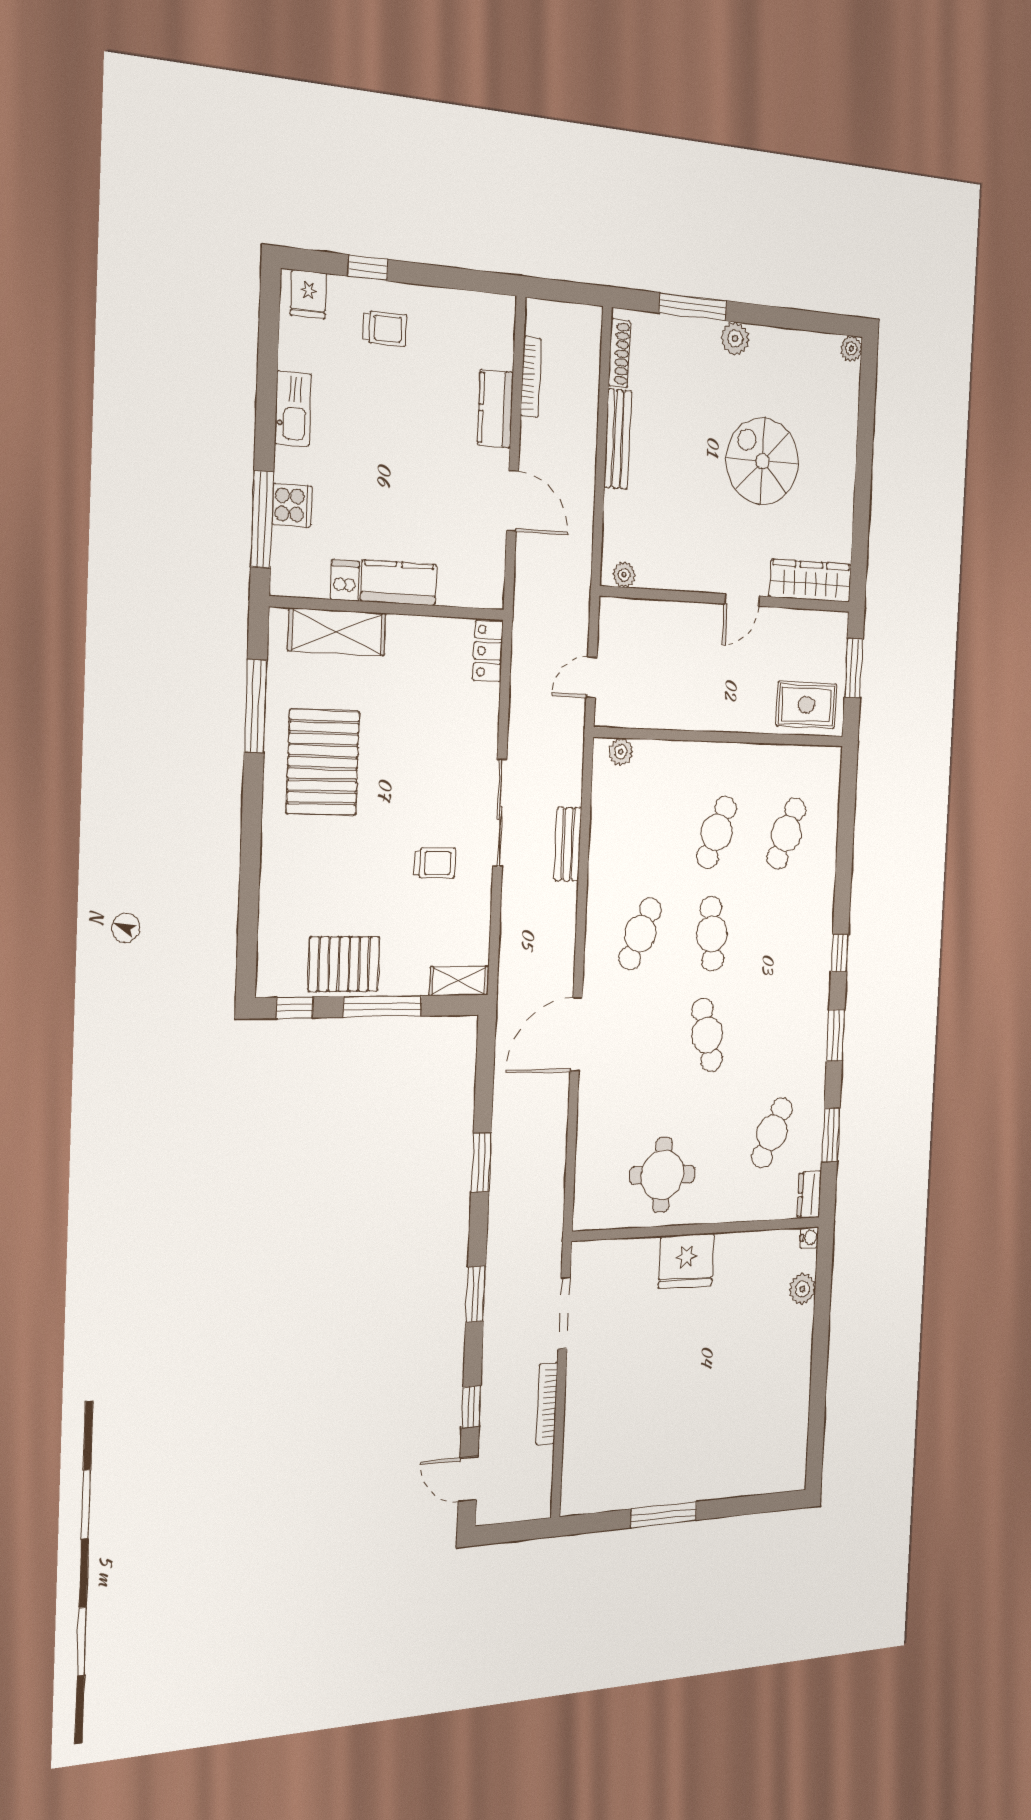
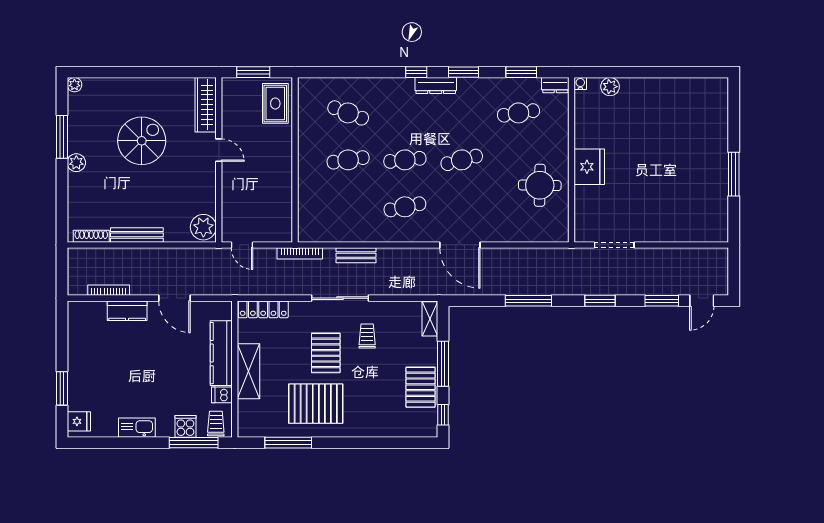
window: (368, 268) -> (62, 388), width x1.50
window: (693, 307) -> (62, 137), moved
trolley: (385, 328) -> (216, 423), moved
spiral stairs: (763, 461) -> (142, 141), turned 180
door: (513, 501) -> (174, 298), swing flipped
plant: (624, 575) -> (203, 227), width x1.88, depth x1.88
kitchen counter: (399, 583) -> (221, 353), width x1.50
shelving: (337, 632) -> (248, 371), moved
locker: (488, 651) -> (263, 309), width x1.53
door: (591, 677) -> (242, 245), moved
plant: (621, 752) -> (305, 224), removed
pallet: (410, 784) -> (326, 353), added
cafe table: (717, 832) -> (348, 160), turned -30
cafe table: (640, 934) -> (405, 207), turned -36
dresser: (819, 987) -> (436, 86), added
cafe table: (772, 1133) -> (519, 113), turned -33
window: (481, 1163) -> (528, 301), width x1.44
bookcase: (547, 1404) -> (300, 253), moved
window: (471, 1407) -> (662, 301), width x1.50

